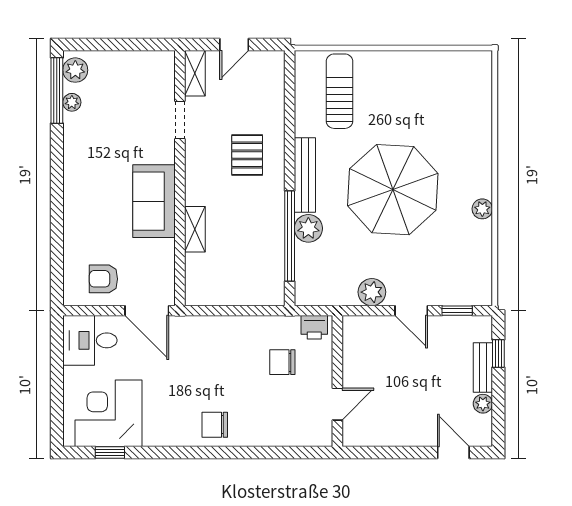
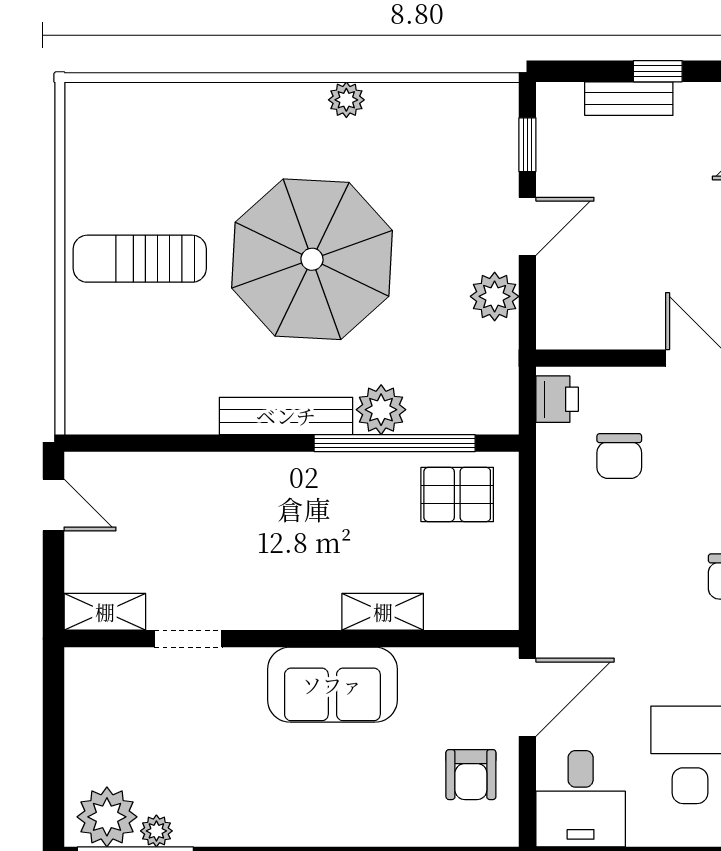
door: (234, 44) -> (53, 505), moved
plant: (75, 70) -> (107, 817), width x1.36, depth x1.36
sun lounger: (340, 91) -> (140, 259), moved
pallet: (247, 155) -> (457, 494), moved
window: (498, 353) -> (658, 71), moved
plant: (483, 404) -> (693, 99), removed

